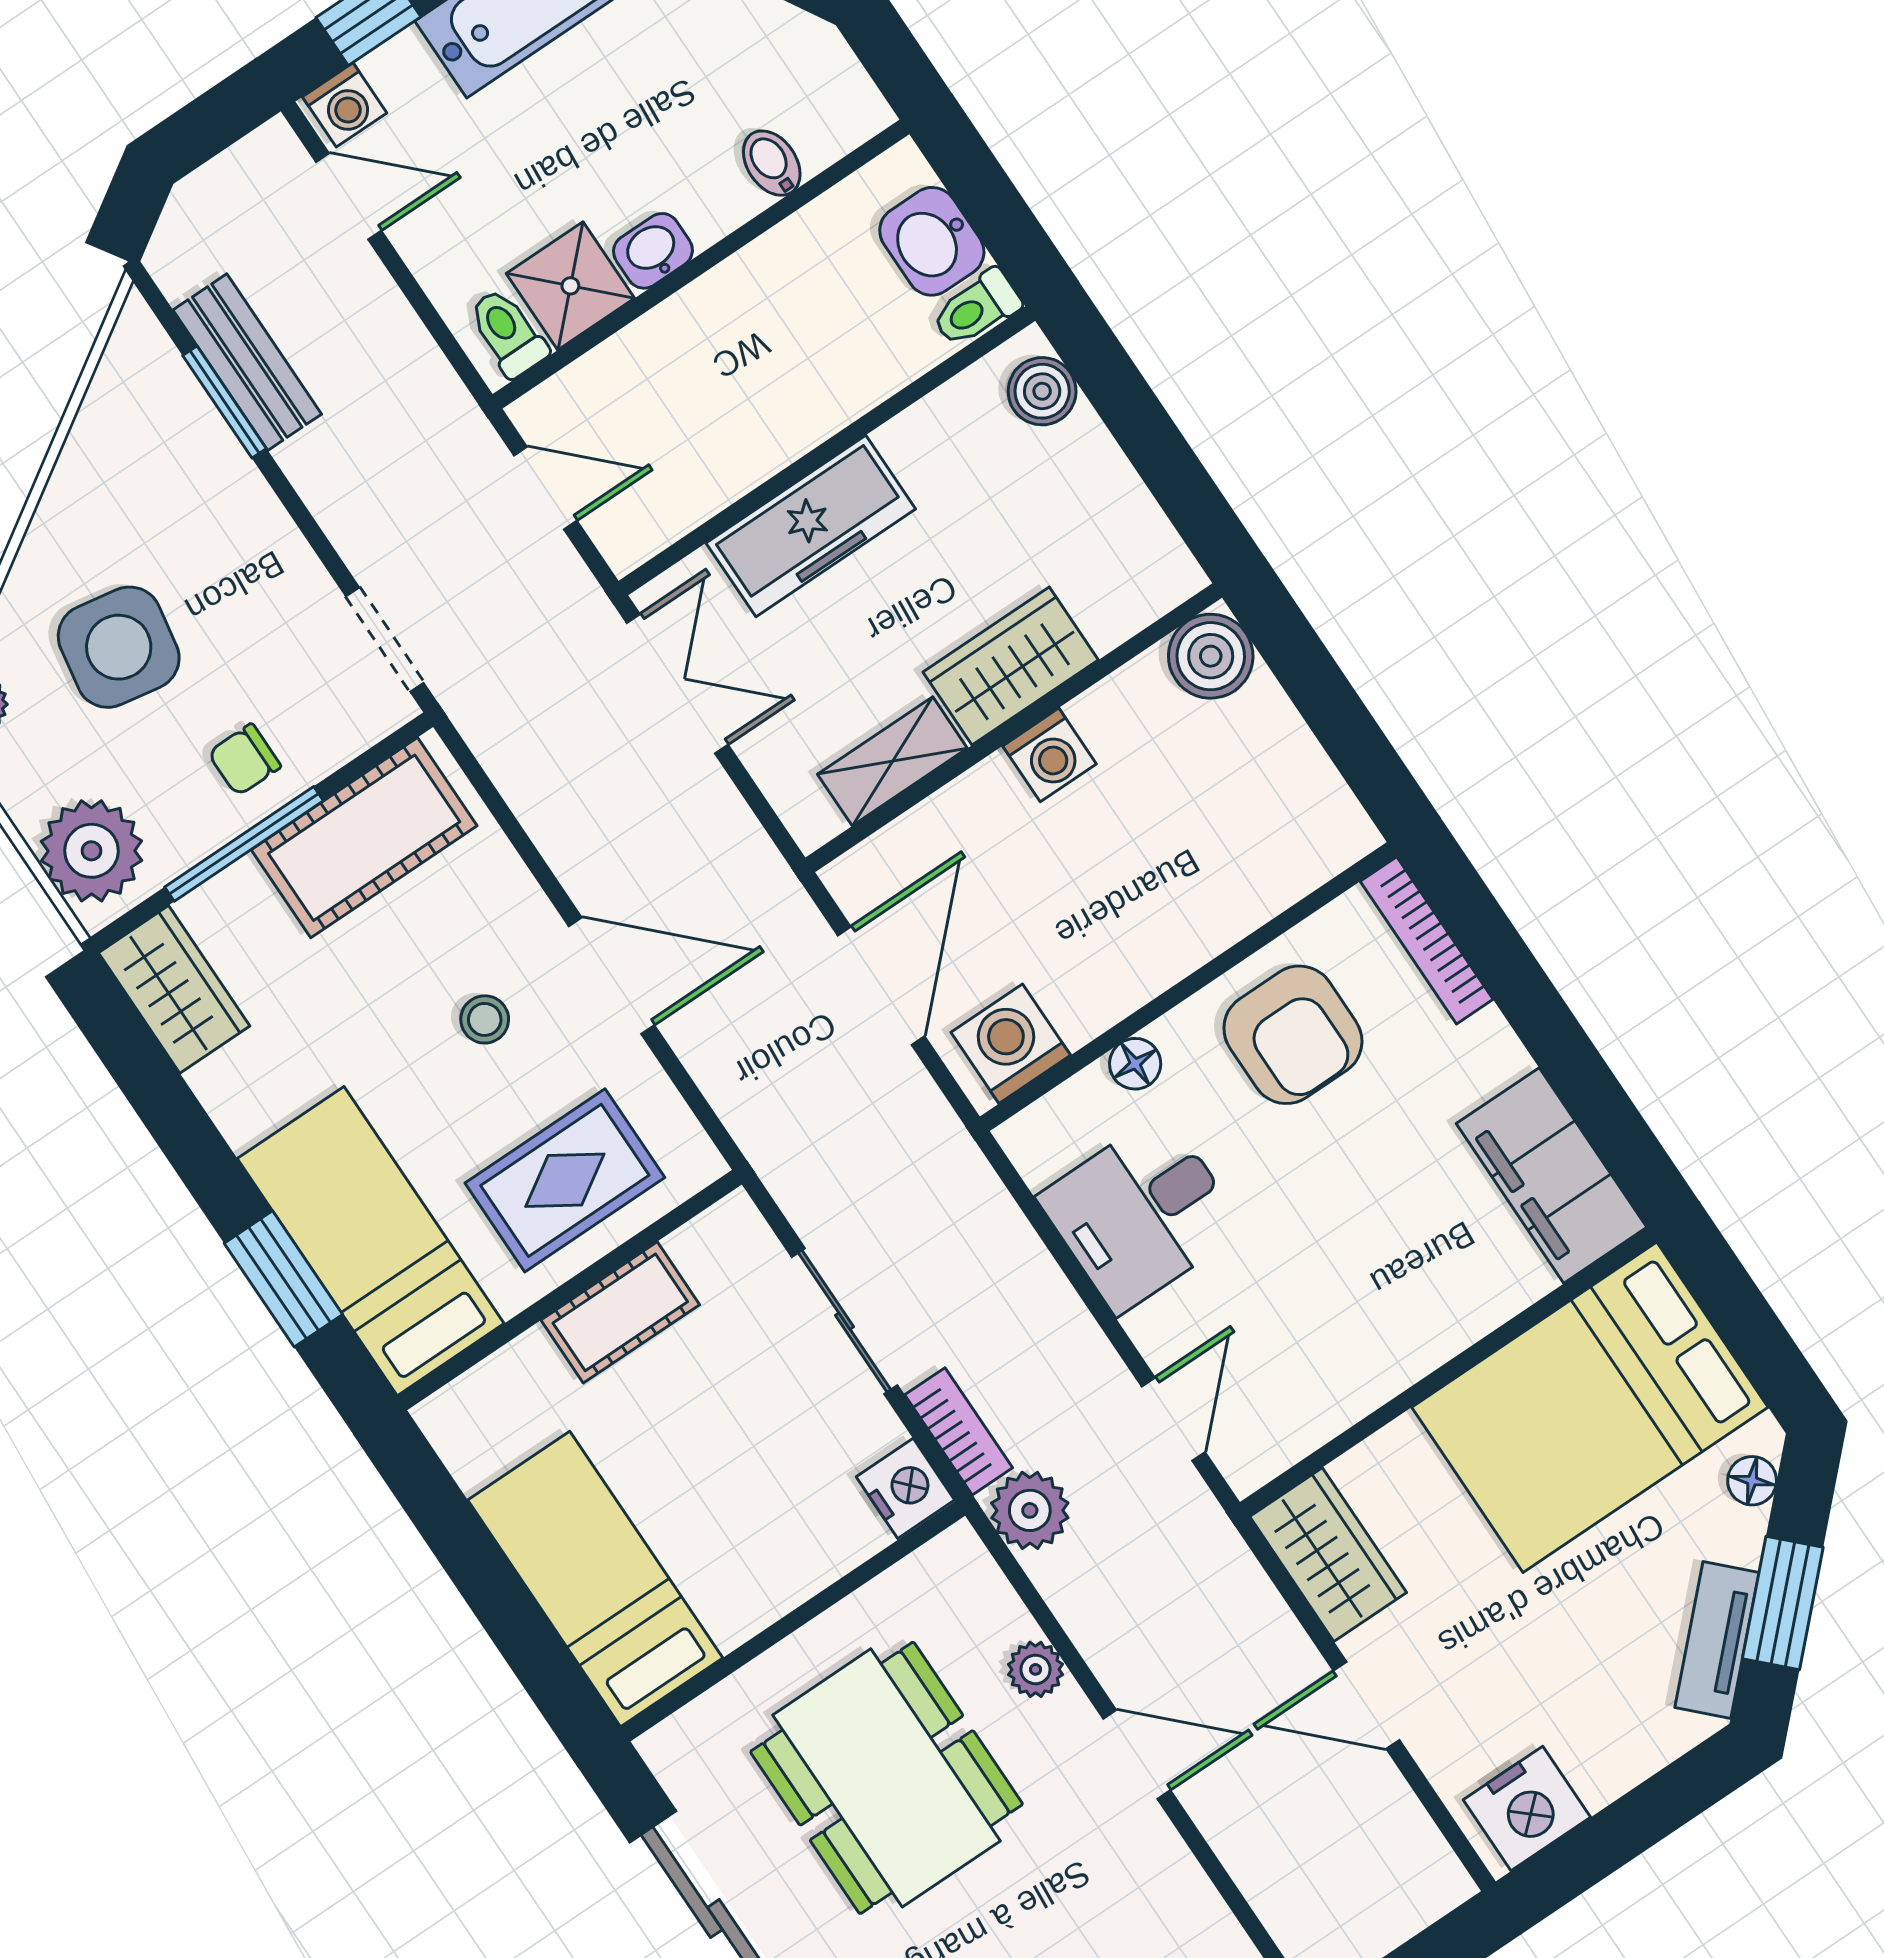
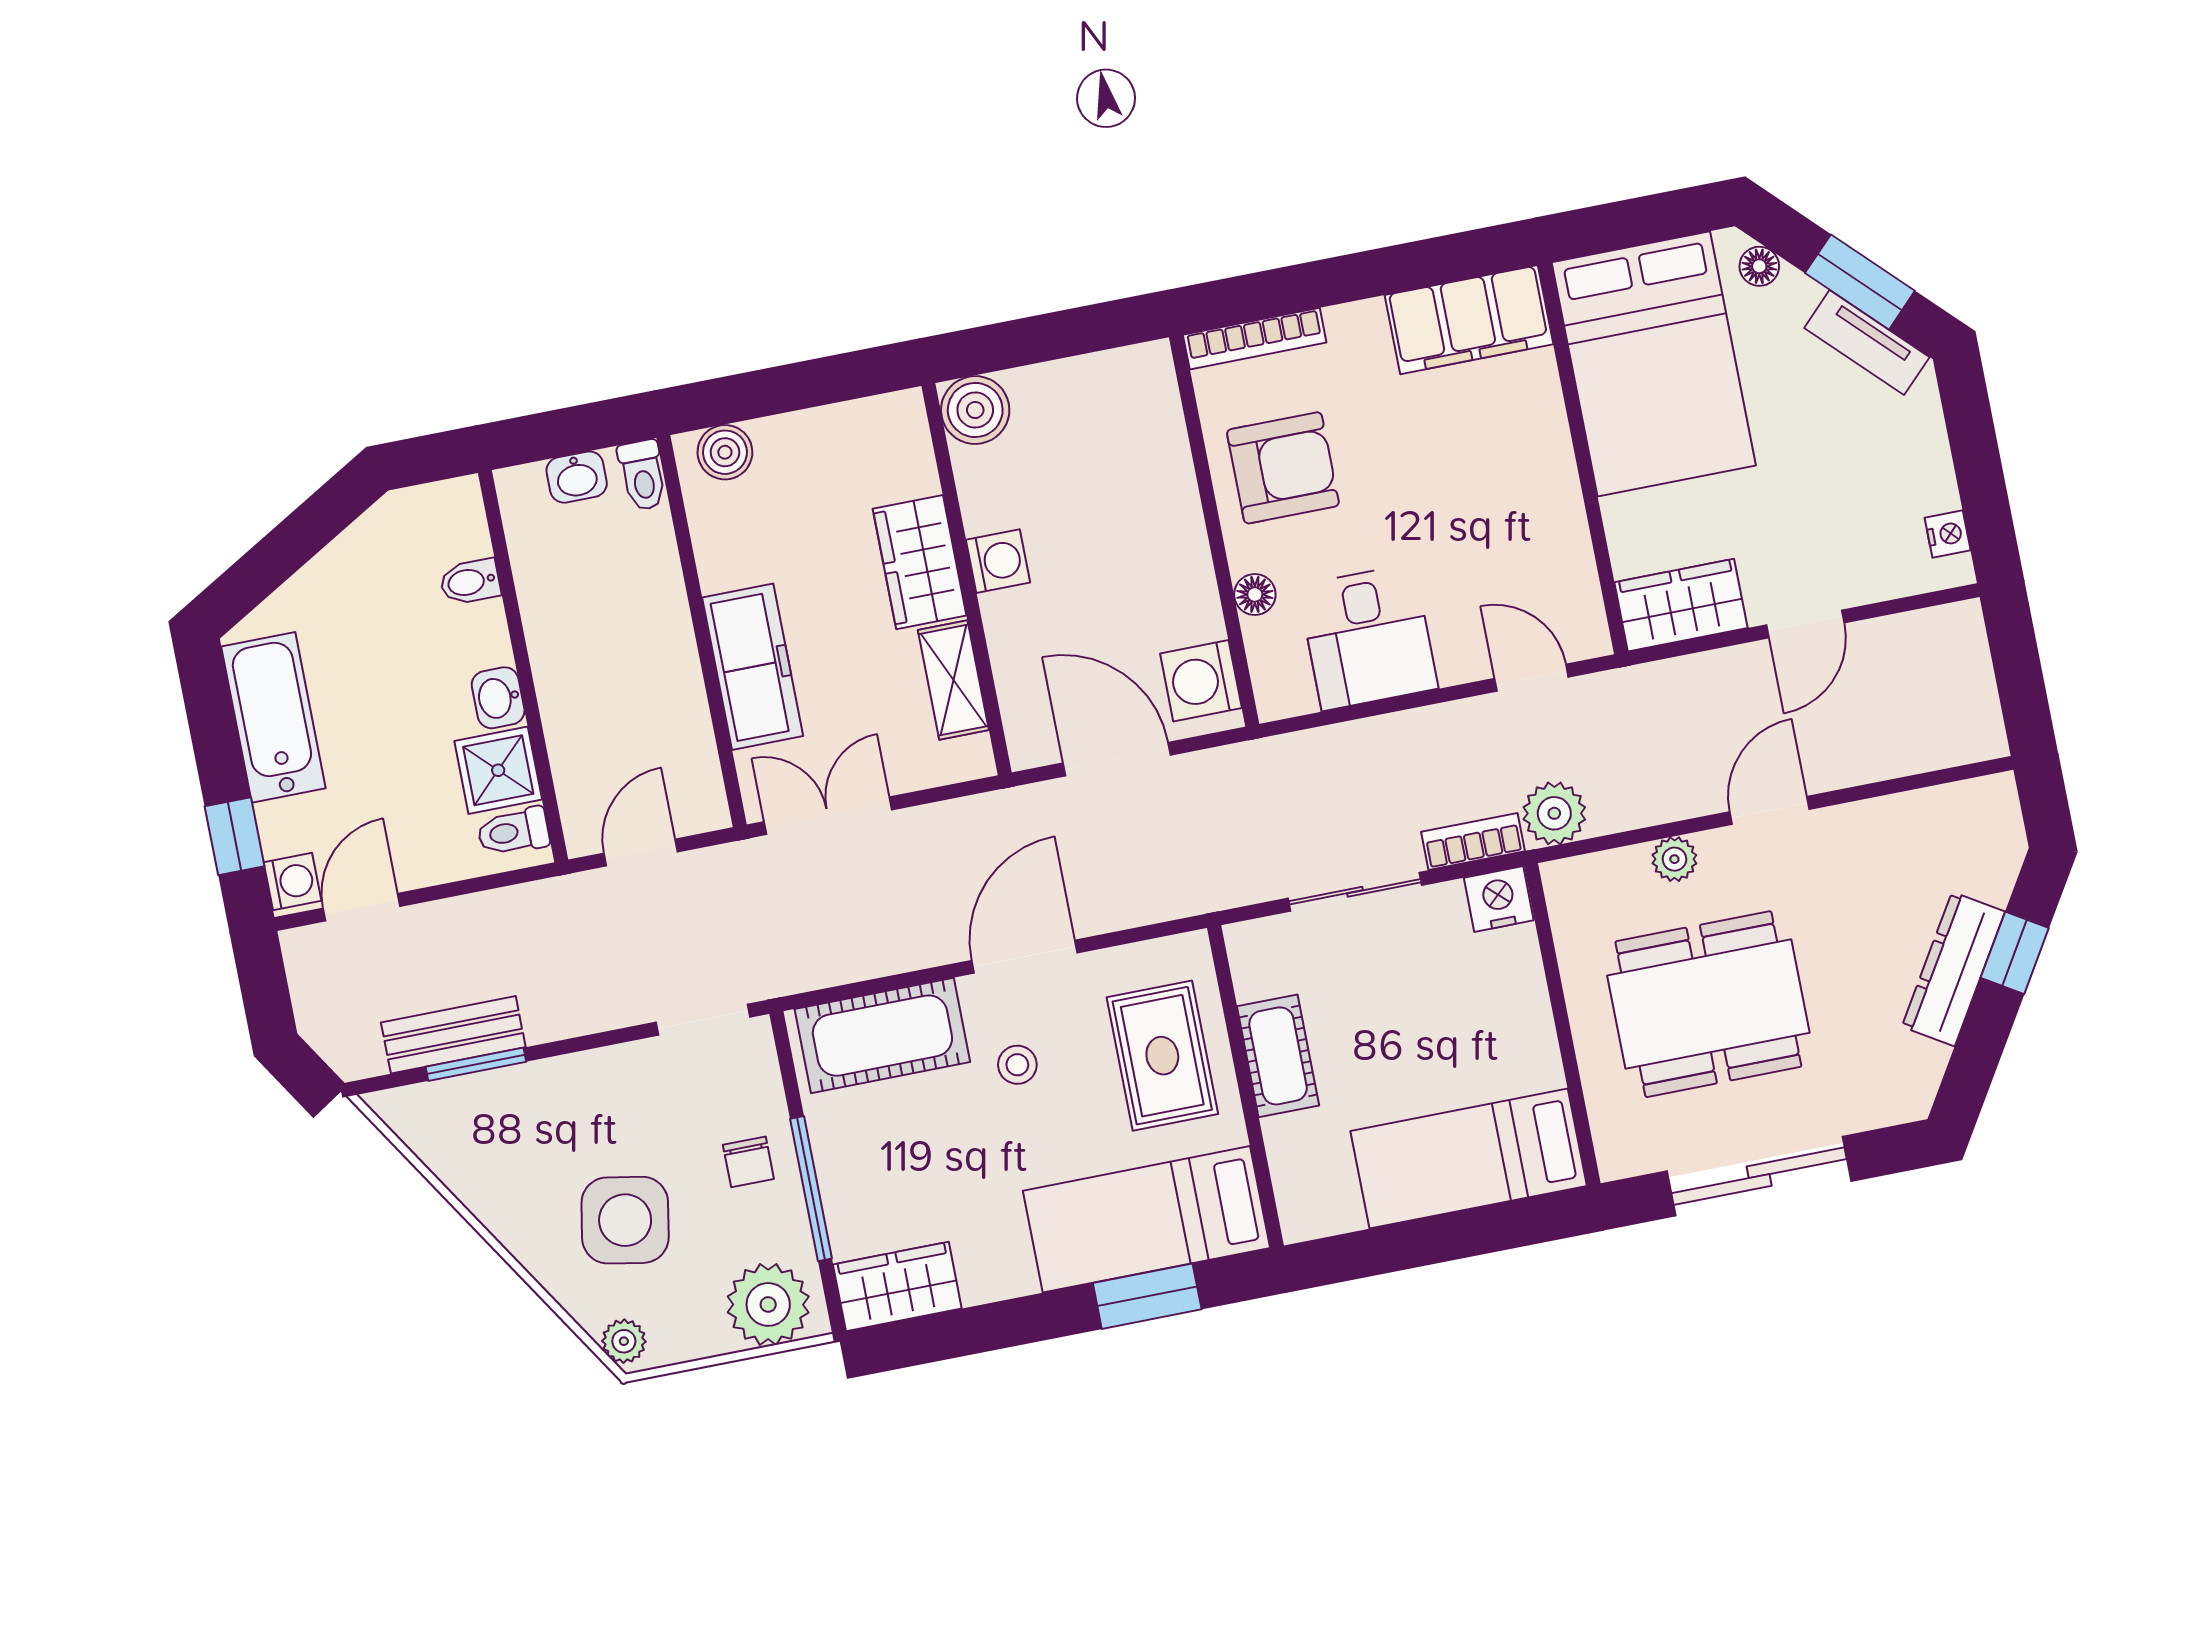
washbasin: (932, 241) -> (577, 477), width x0.72, depth x0.69
cot: (364, 838) -> (882, 1036), moved, turned 90
nightstand: (1527, 1808) -> (1948, 534), width x0.53, depth x0.56

